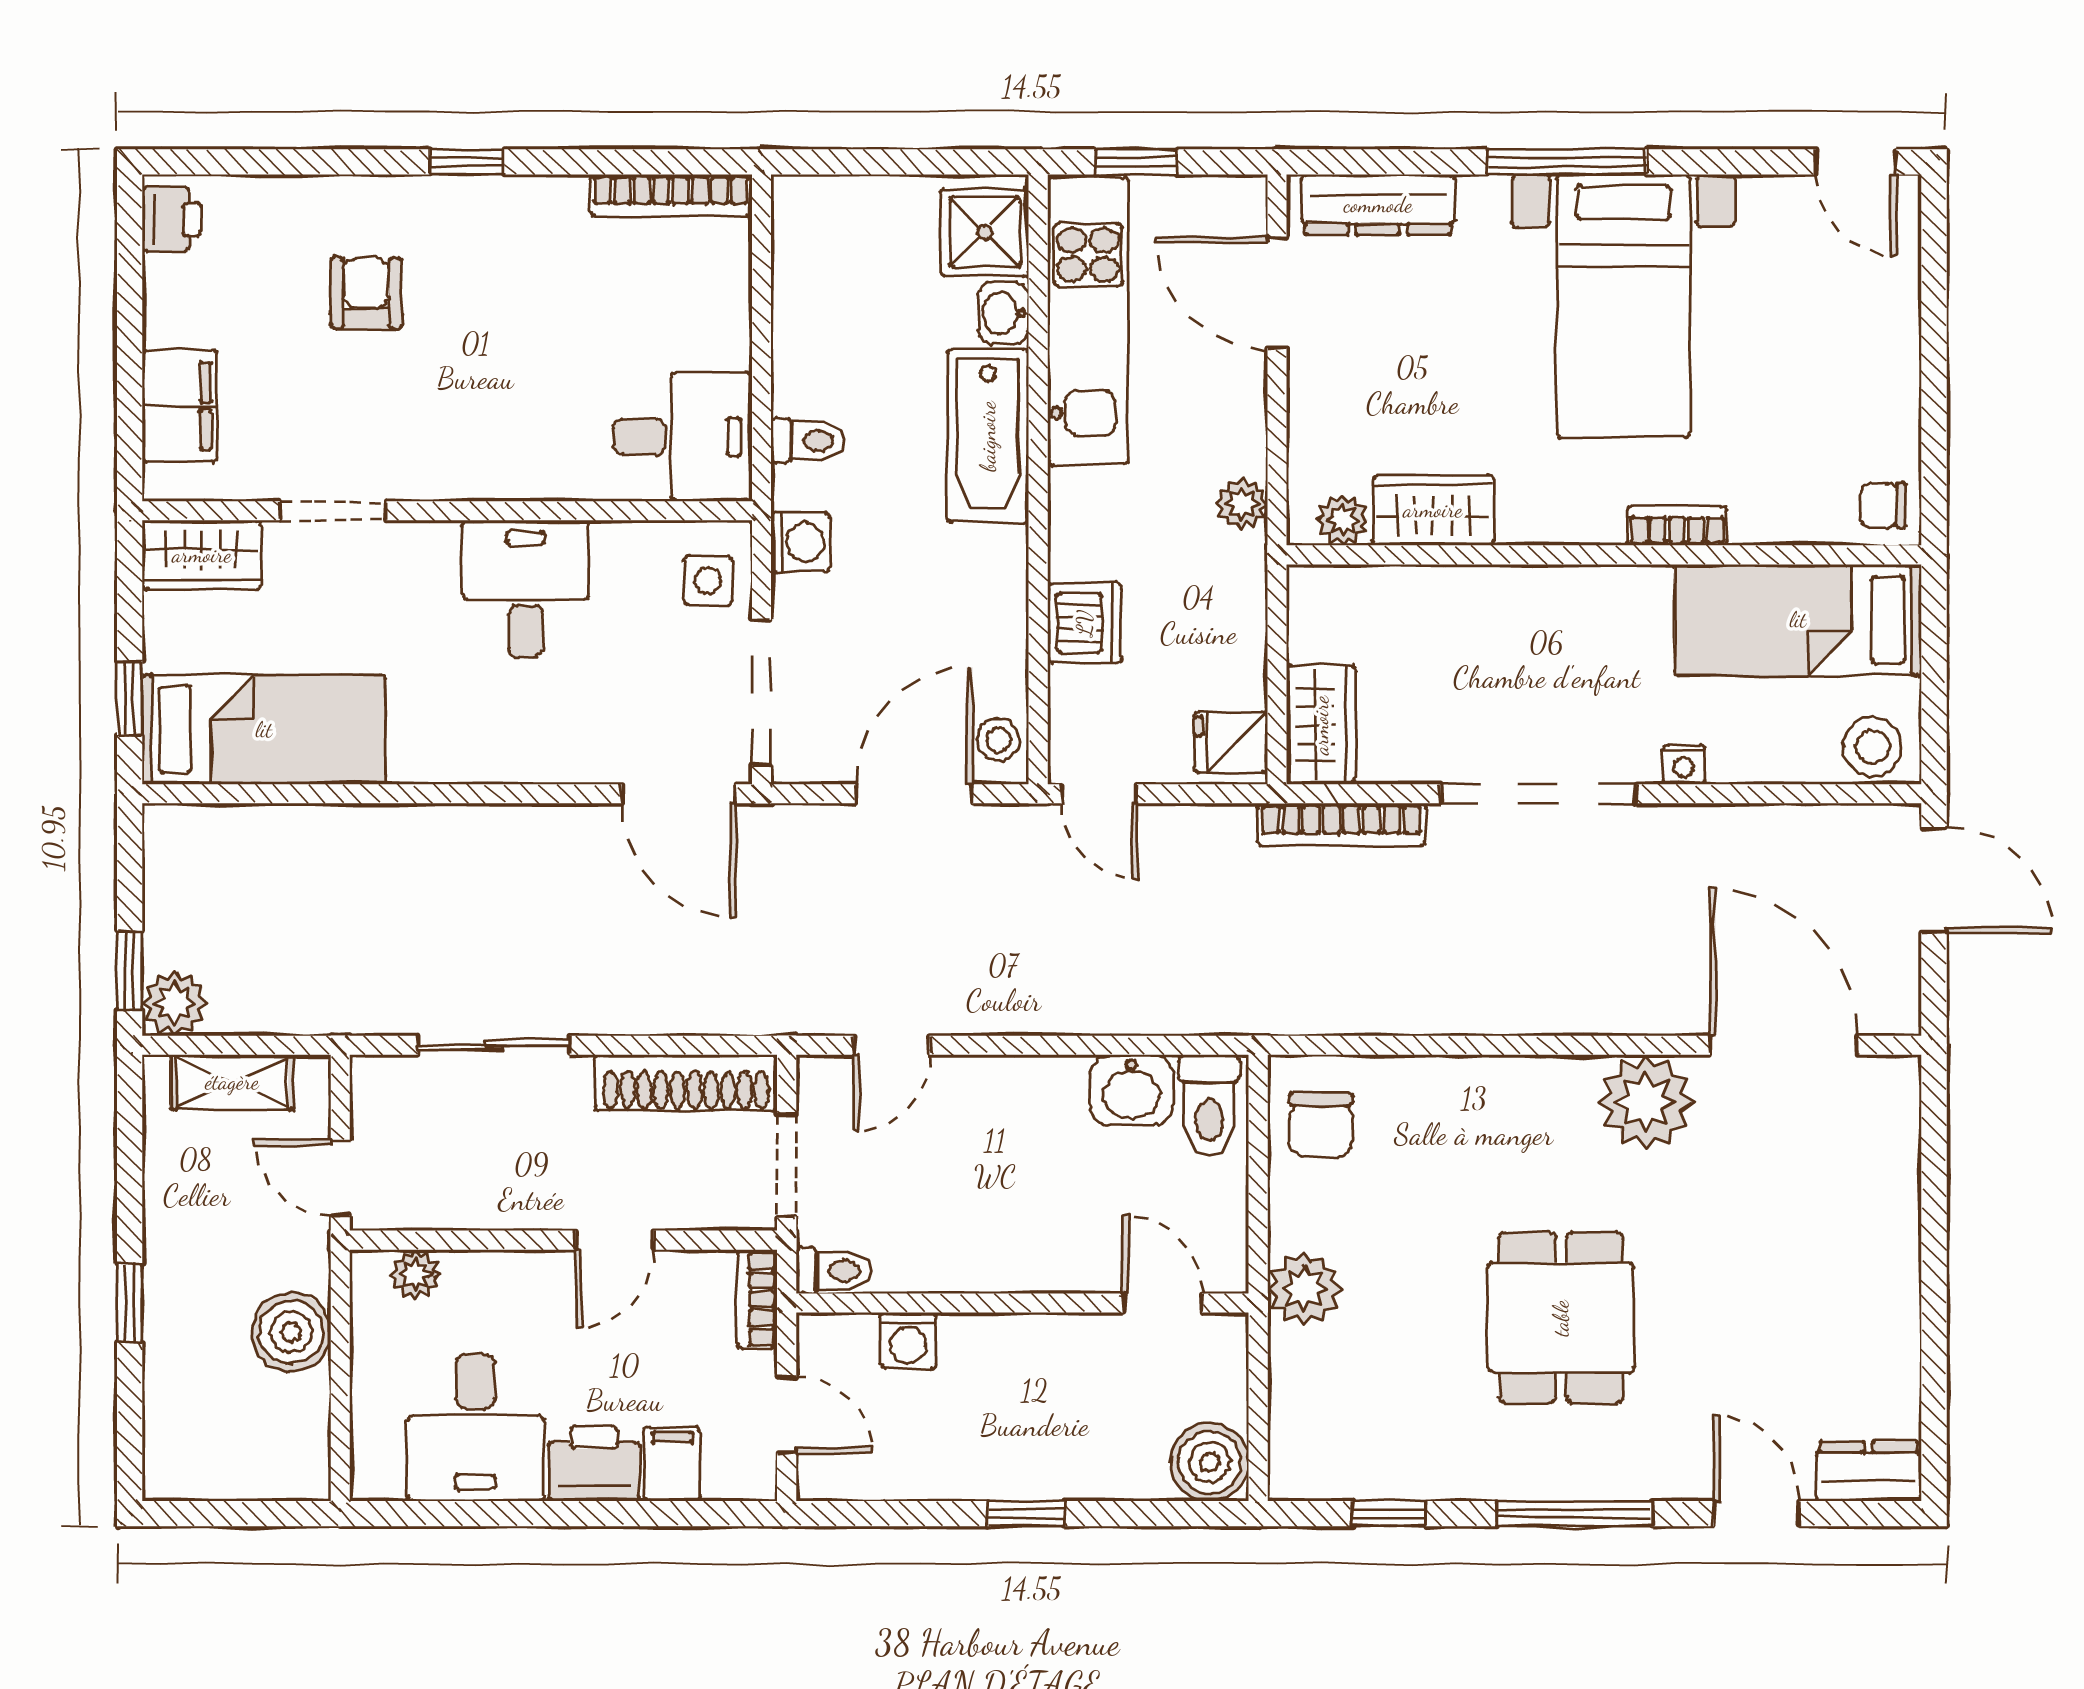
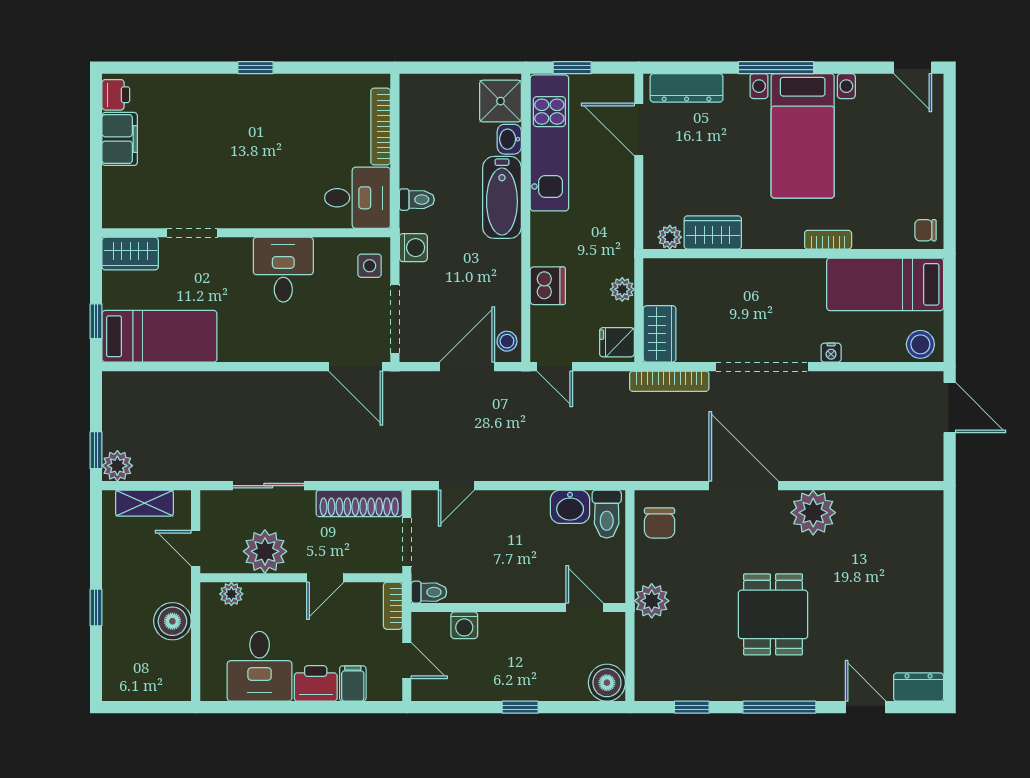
bookcase: (671, 195) -> (381, 127), moved, turned 90
armchair: (366, 293) -> (208, 130), removed
filing cabinet: (180, 406) -> (120, 139), moved
plant: (1242, 504) -> (622, 289), moved
door: (1783, 1045) -> (744, 486), moved
plant: (487, 1185) -> (265, 551), added

